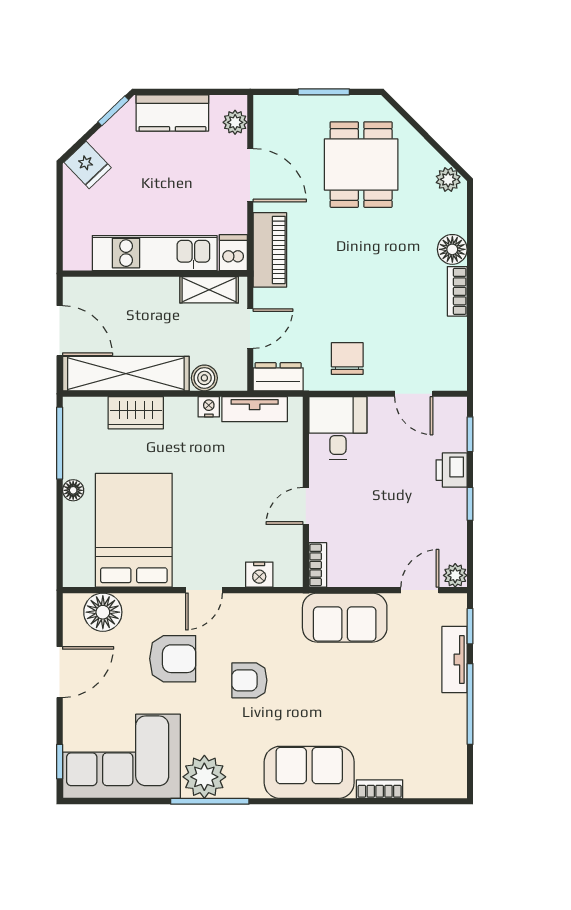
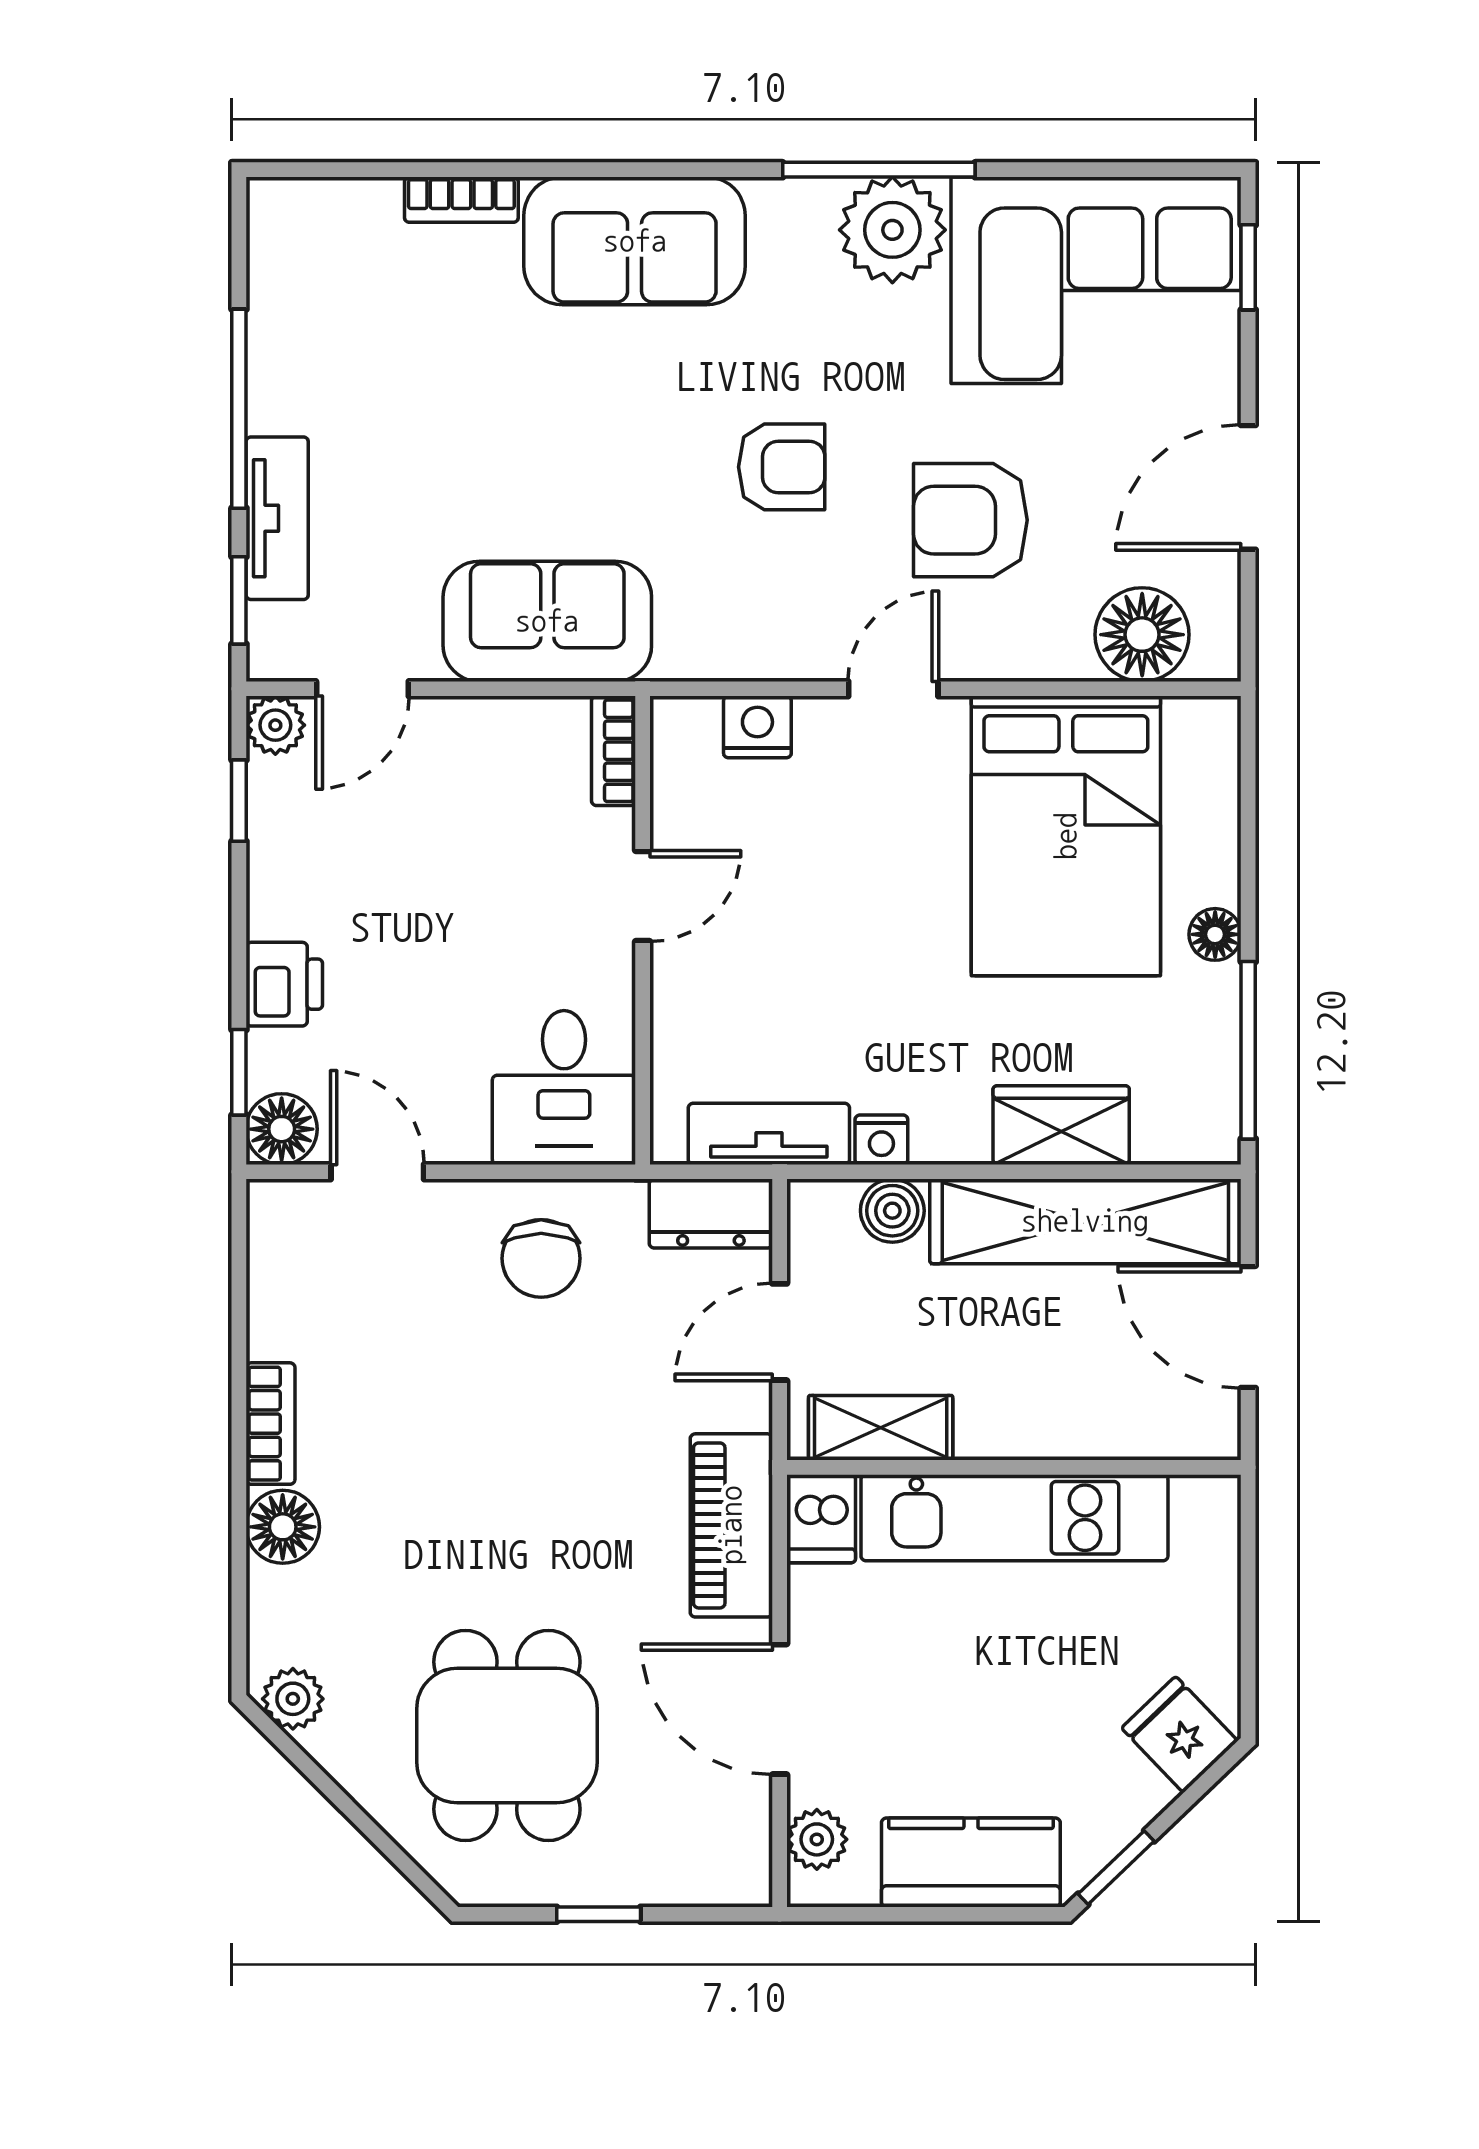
window: (324, 92) -> (599, 1914), width x0.67
floor lamp: (453, 411) -> (282, 1129), added
window: (470, 504) -> (239, 801), moved

